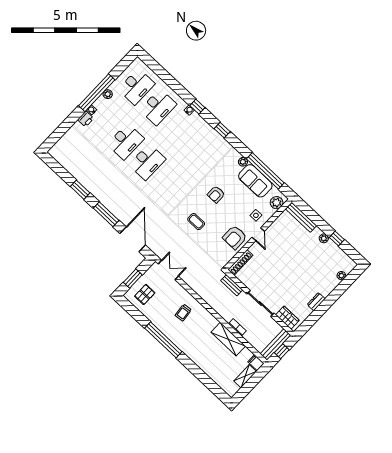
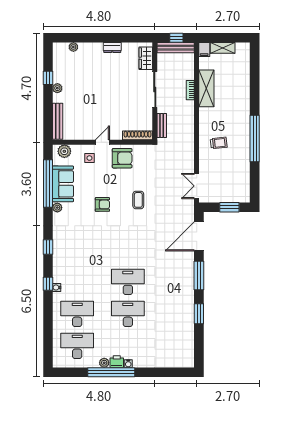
printer: (86, 119) -> (117, 362), moved
pallet: (145, 294) -> (233, 186), removed

